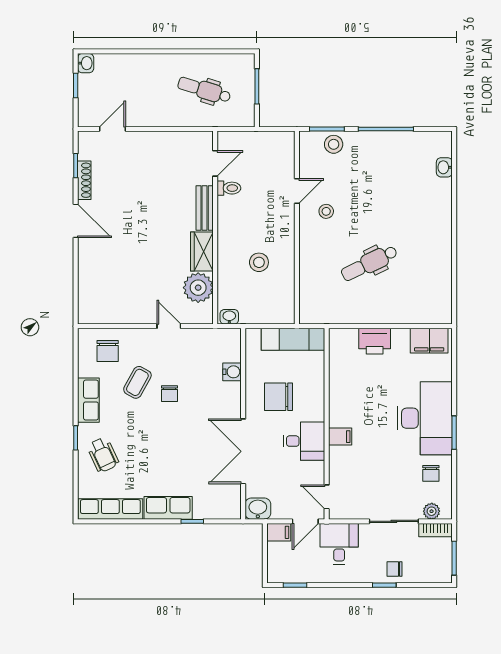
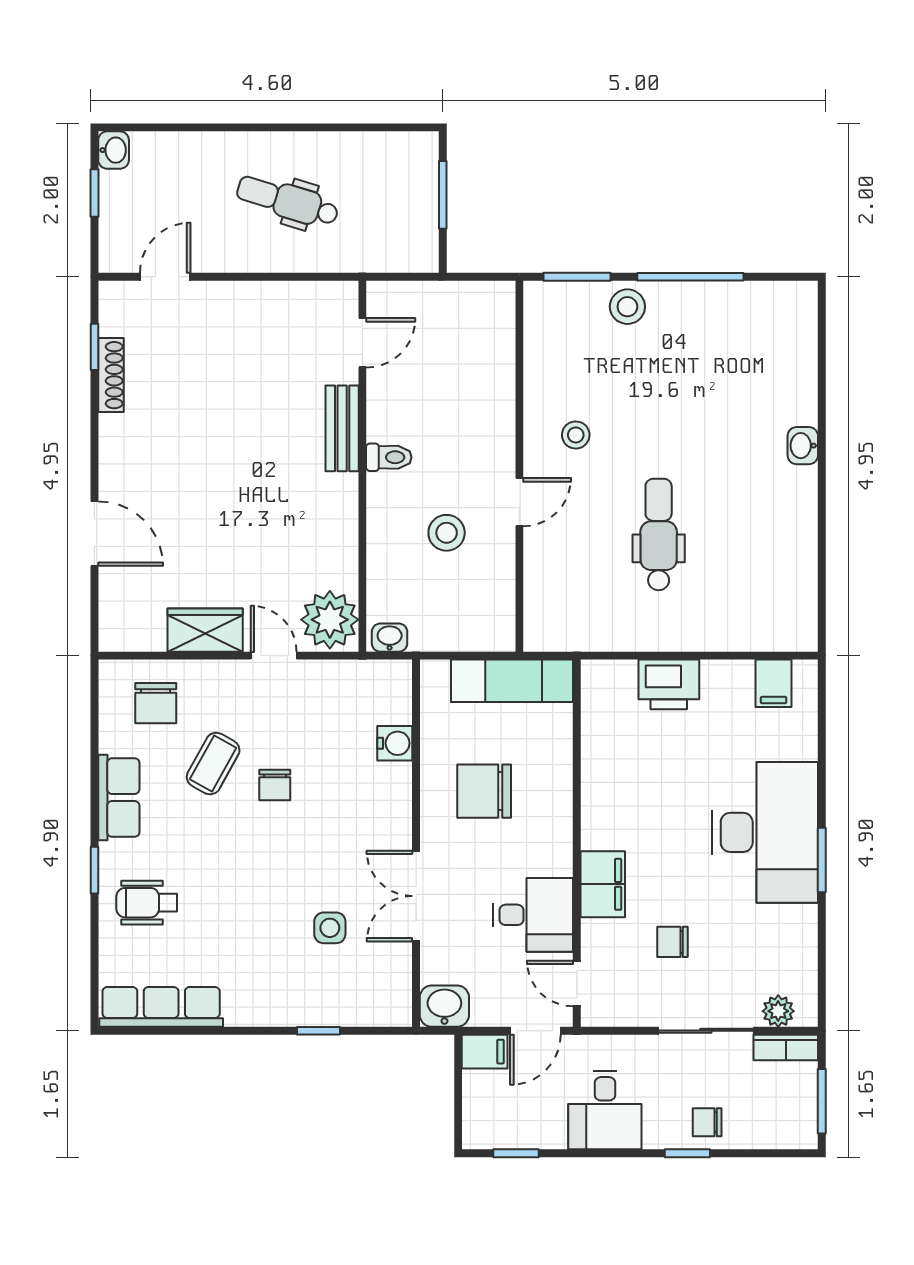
dental chair: (204, 90) -> (288, 201), moved
stool: (334, 144) -> (627, 307), moved
washbasin: (444, 167) -> (803, 446), moved
toilet: (229, 188) -> (389, 457), moved
door: (297, 191) -> (519, 502), moved
door: (76, 221) -> (94, 534), moved
wardrobe: (202, 251) -> (205, 630), moved, turned 90
dental chair: (369, 263) -> (659, 534), turned 116
plant: (198, 288) -> (330, 620), moved
filing cabinet: (429, 341) -> (774, 683), width x0.50
filing cabinet: (340, 437) -> (603, 884), width x2.00
desk: (304, 441) -> (533, 915), moved
double door: (243, 451) -> (416, 896), width x0.73
wheelchair: (103, 455) -> (147, 903), turned 115
side table: (198, 468) -> (330, 928), added
chair: (431, 473) -> (673, 942), moved, turned 90
row of seats: (168, 508) -> (272, 1005), removed
desk: (339, 544) -> (605, 1110), moved, turned 180

